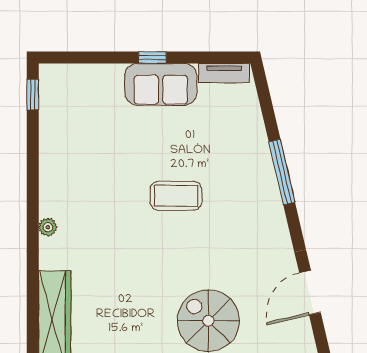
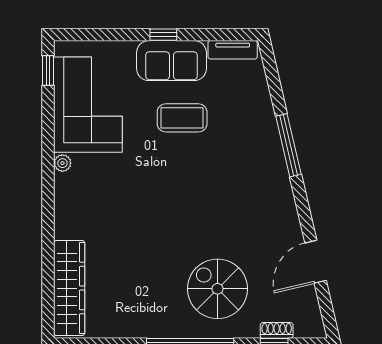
corner sofa: (74, 130) -> (88, 105), added
coffee table: (176, 196) -> (182, 118), moved
plant: (48, 227) -> (62, 163), moved

